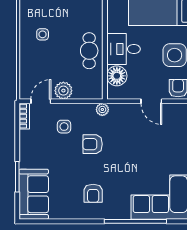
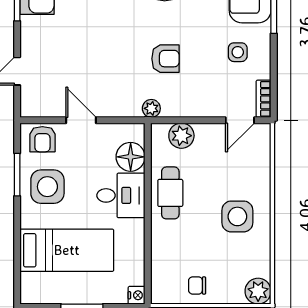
side table: (43, 34) -> (237, 216), width x1.87, depth x1.87
plant: (63, 91) -> (181, 136), moved
side table: (64, 127) -> (238, 52), moved

